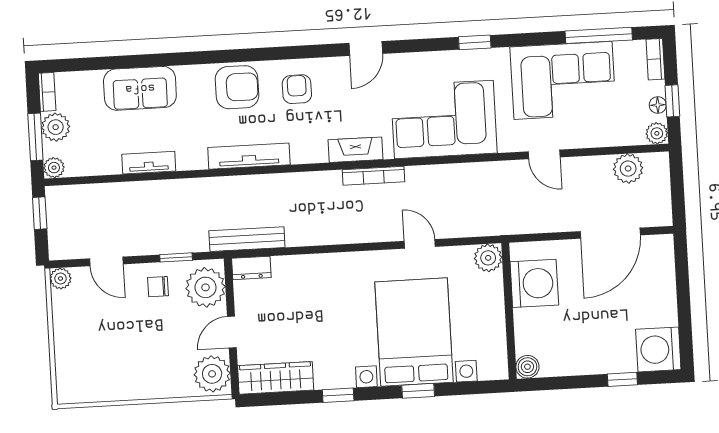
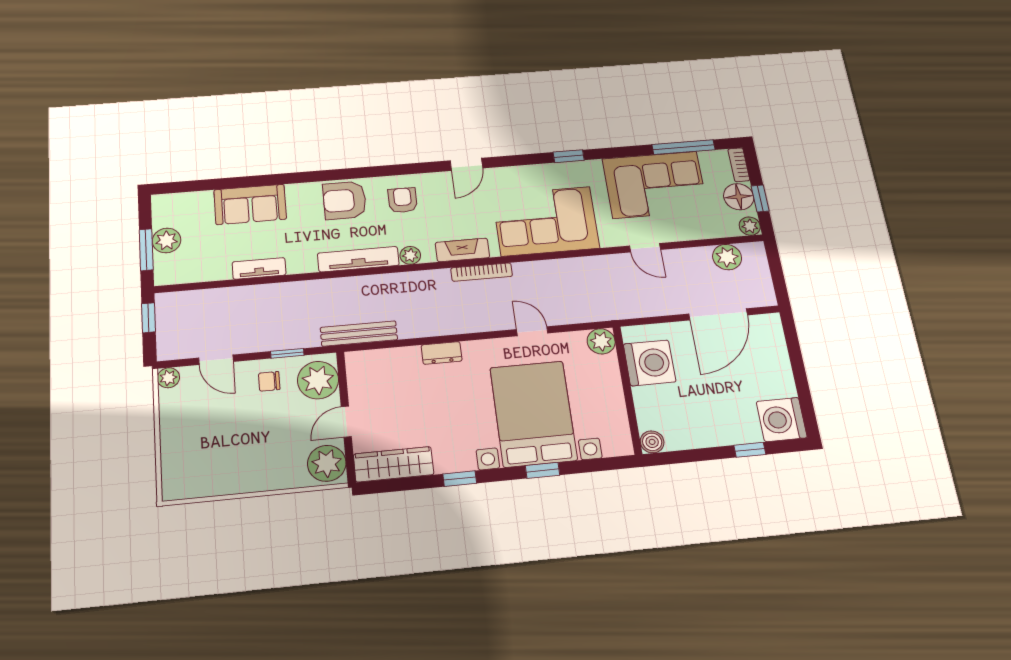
armchair: (237, 87) -> (345, 200), turned 180
bookcase: (47, 92) -> (159, 210), removed
floor lamp: (658, 105) -> (739, 197), width x1.89, depth x1.89
plant: (54, 168) -> (410, 255), moved
dresser: (251, 268) -> (442, 353), moved

